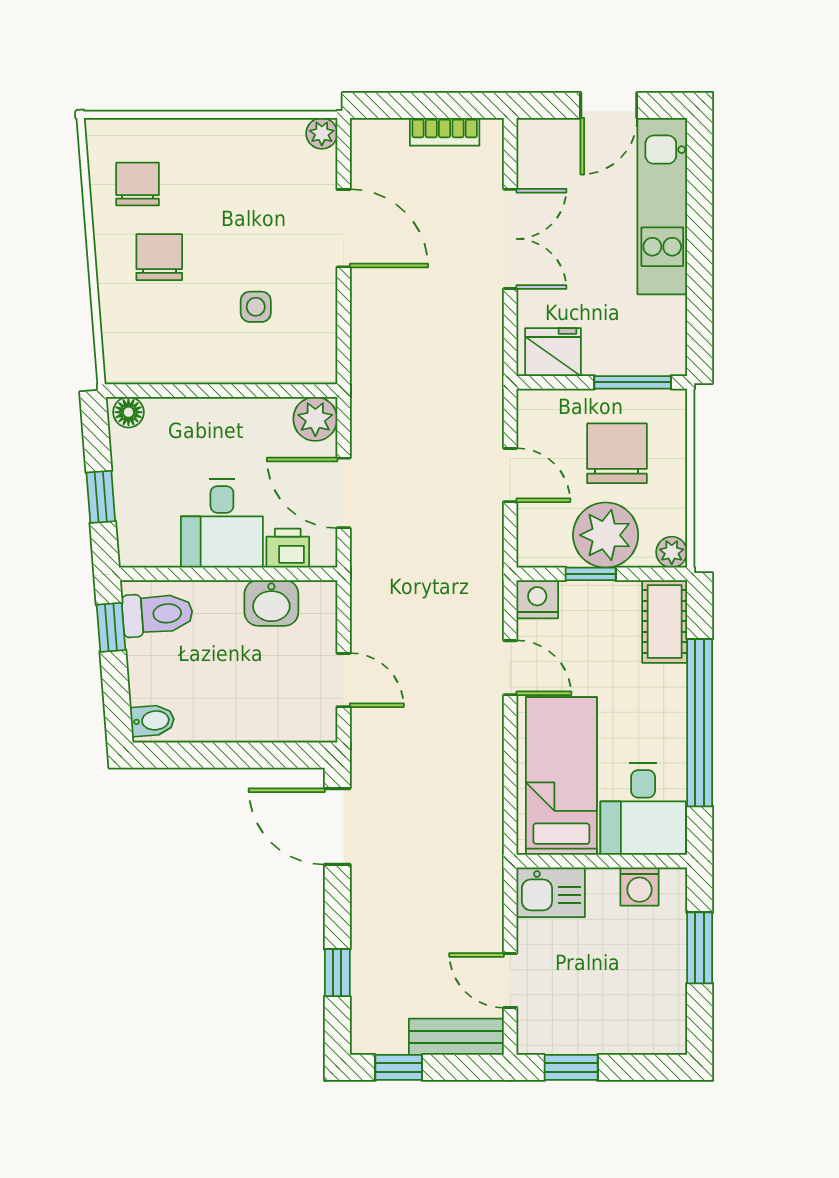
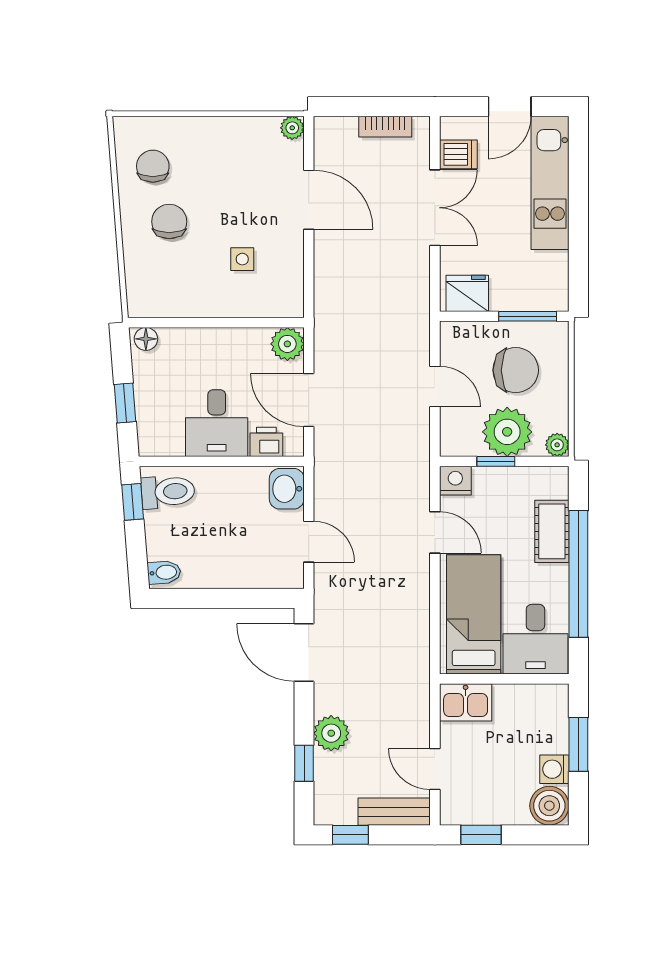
dishwasher: (541, 168) -> (458, 154), added
chair: (617, 453) -> (516, 370), turned 90
washbasin: (271, 603) -> (287, 489), moved, turned 90
cot: (665, 621) -> (552, 531), moved
washing machine: (639, 887) -> (554, 769), moved, turned 90
plant: (373, 933) -> (331, 733), added
boiler: (661, 1029) -> (549, 806), added

